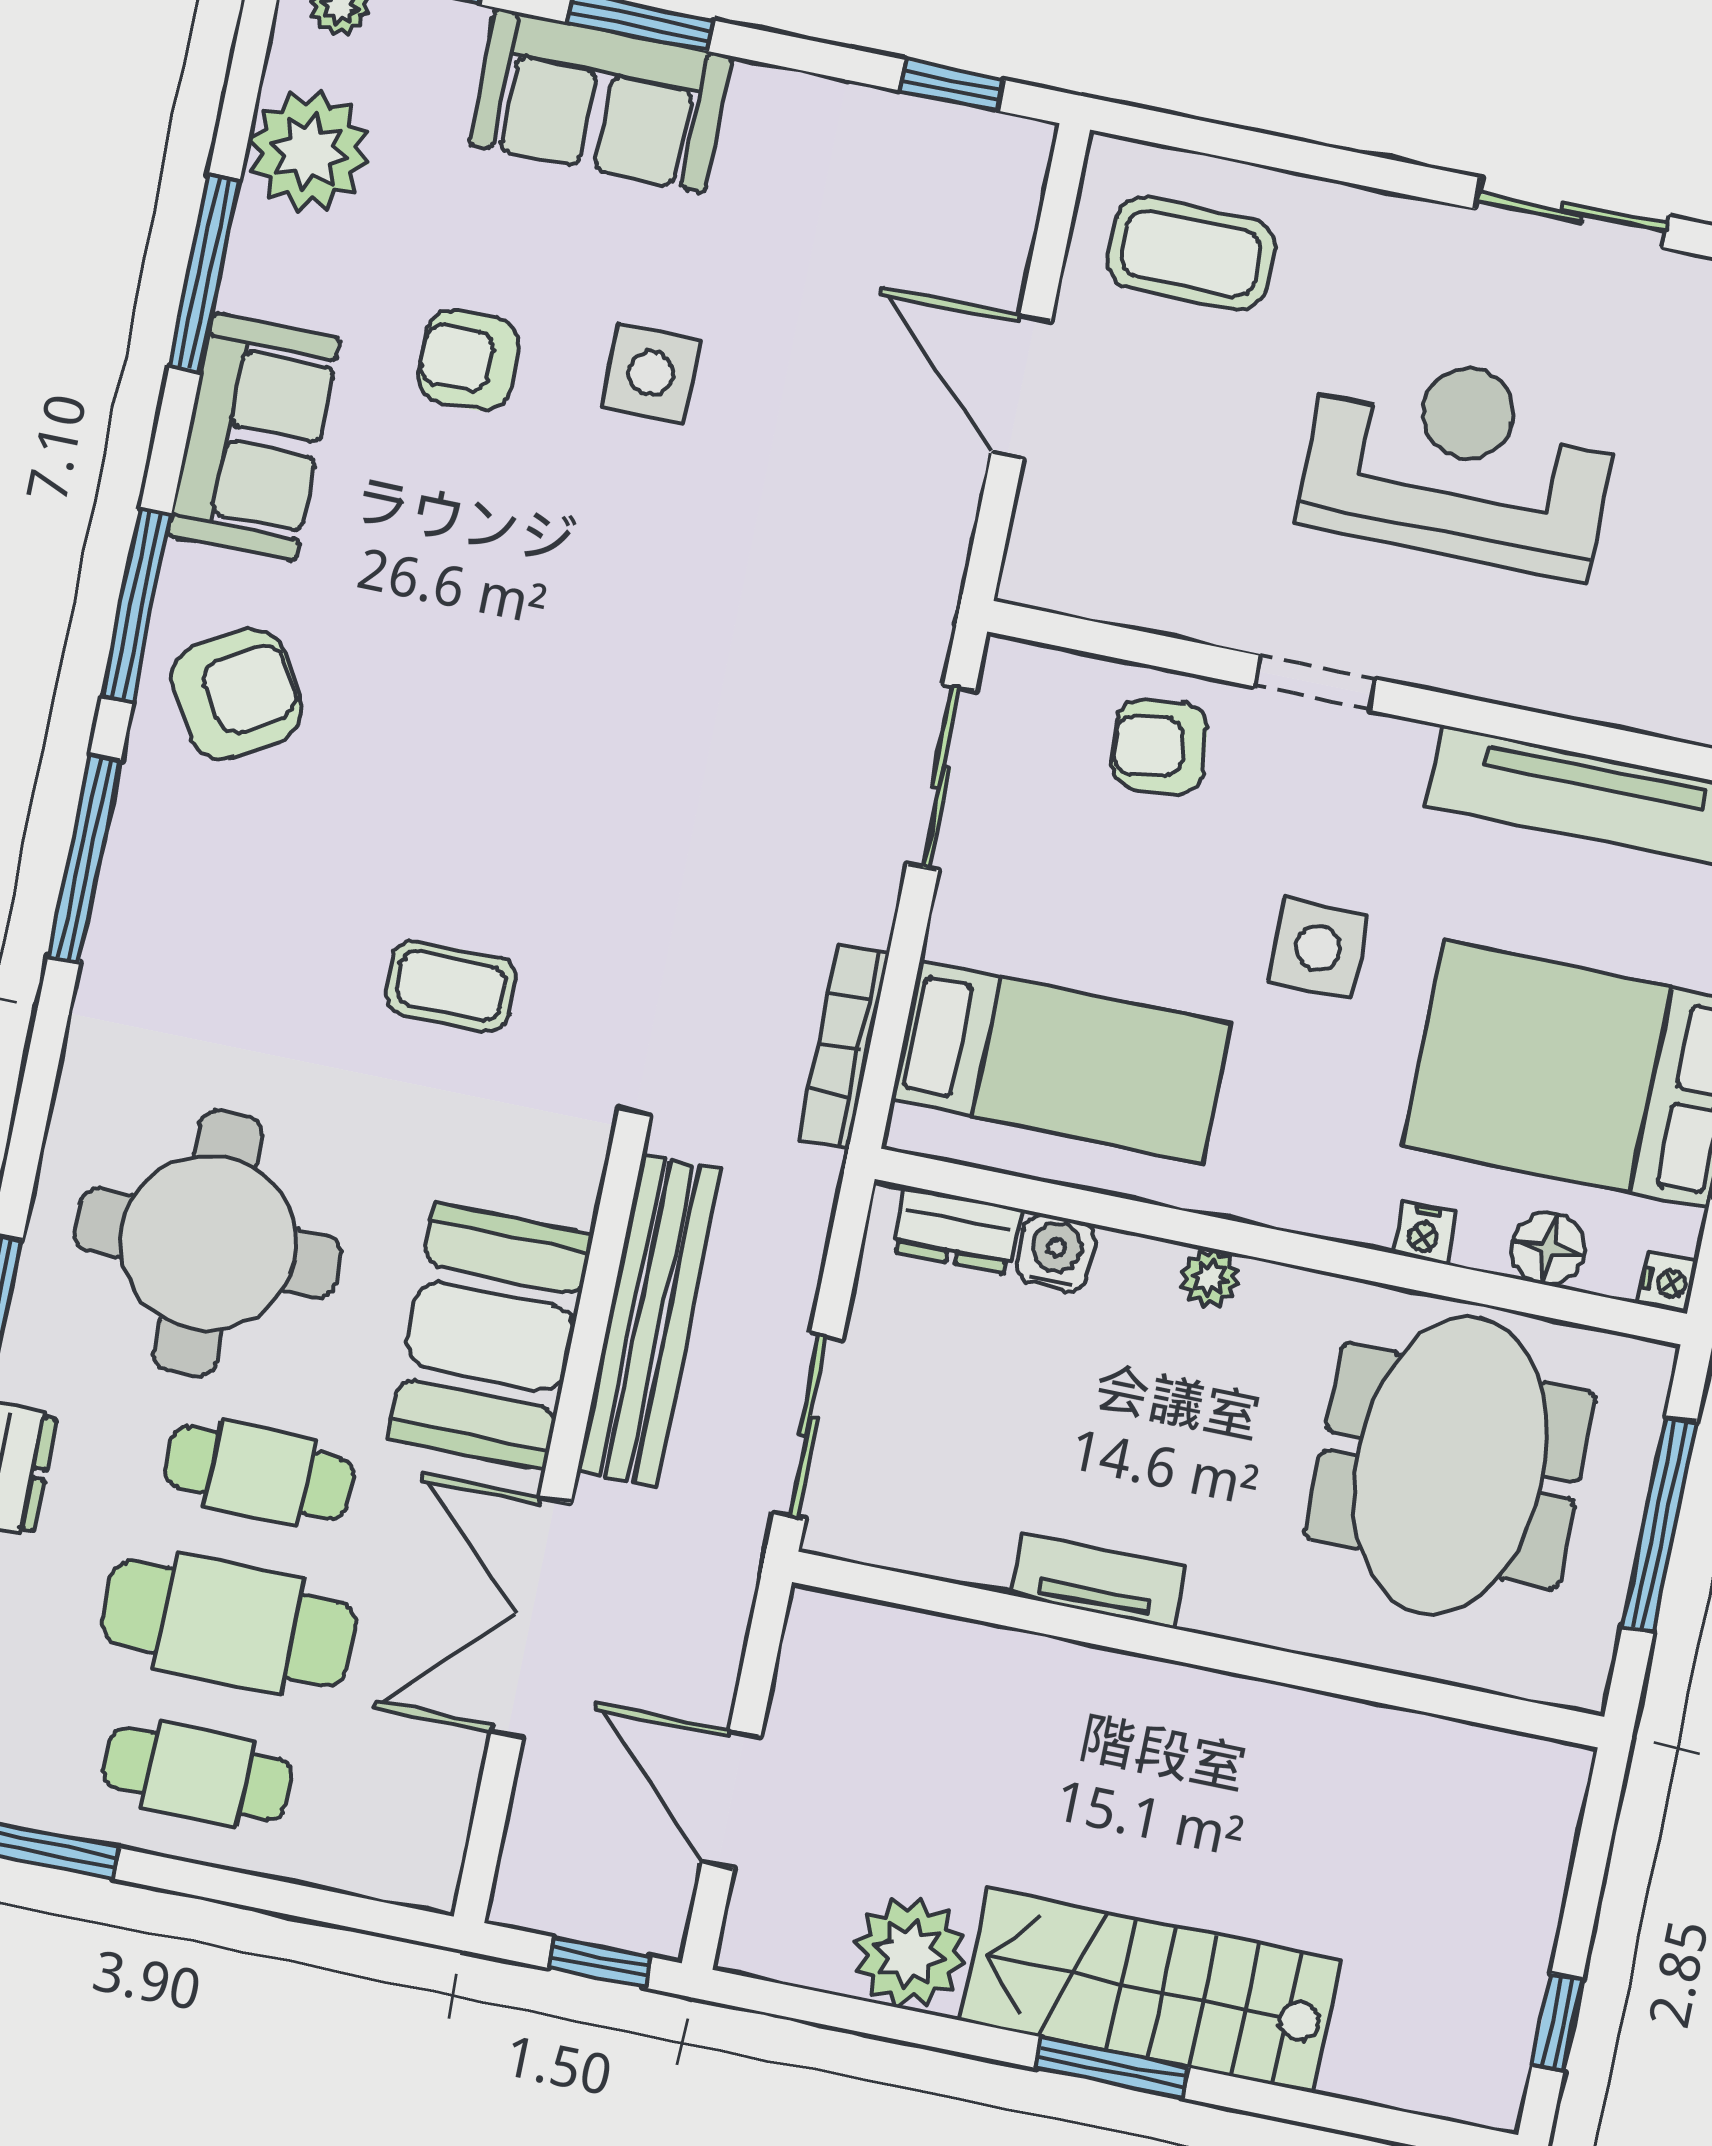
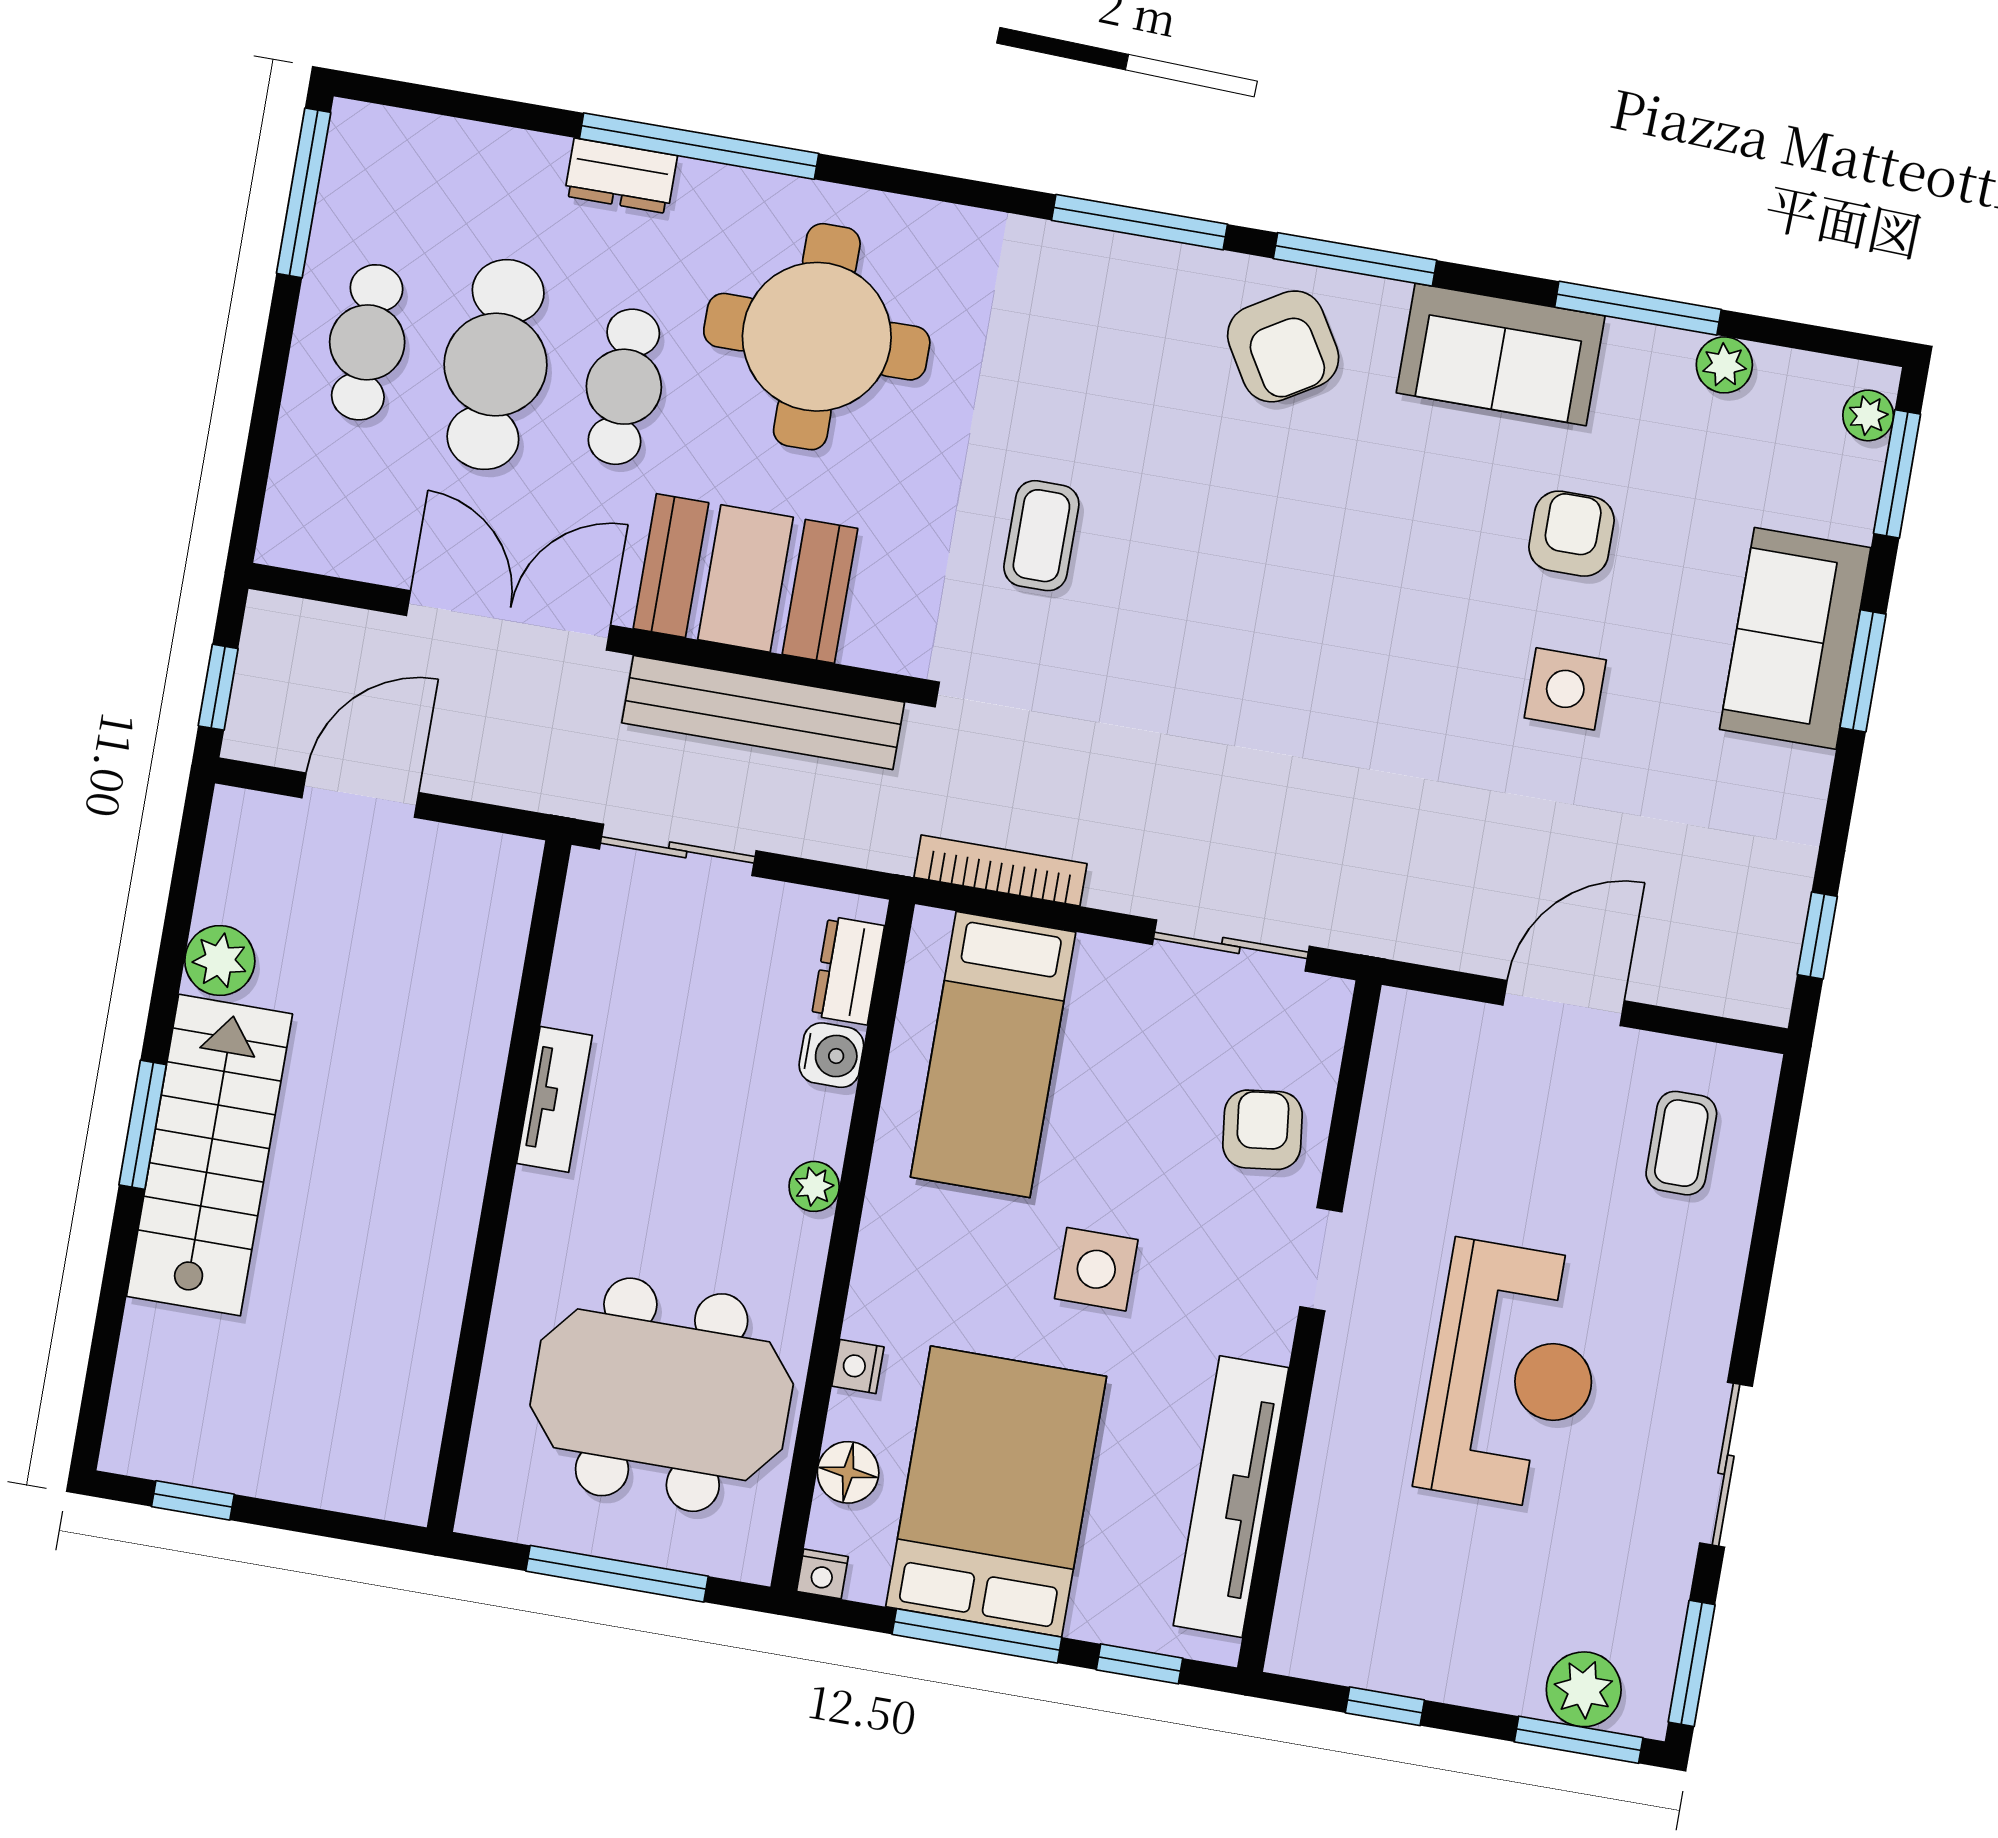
plant: (309, 151) -> (1724, 365), width x0.53, depth x0.53
coffee table: (1191, 253) -> (1681, 1143), width x0.73, depth x0.77
plant: (910, 1953) -> (220, 961), width x0.73, depth x0.73

